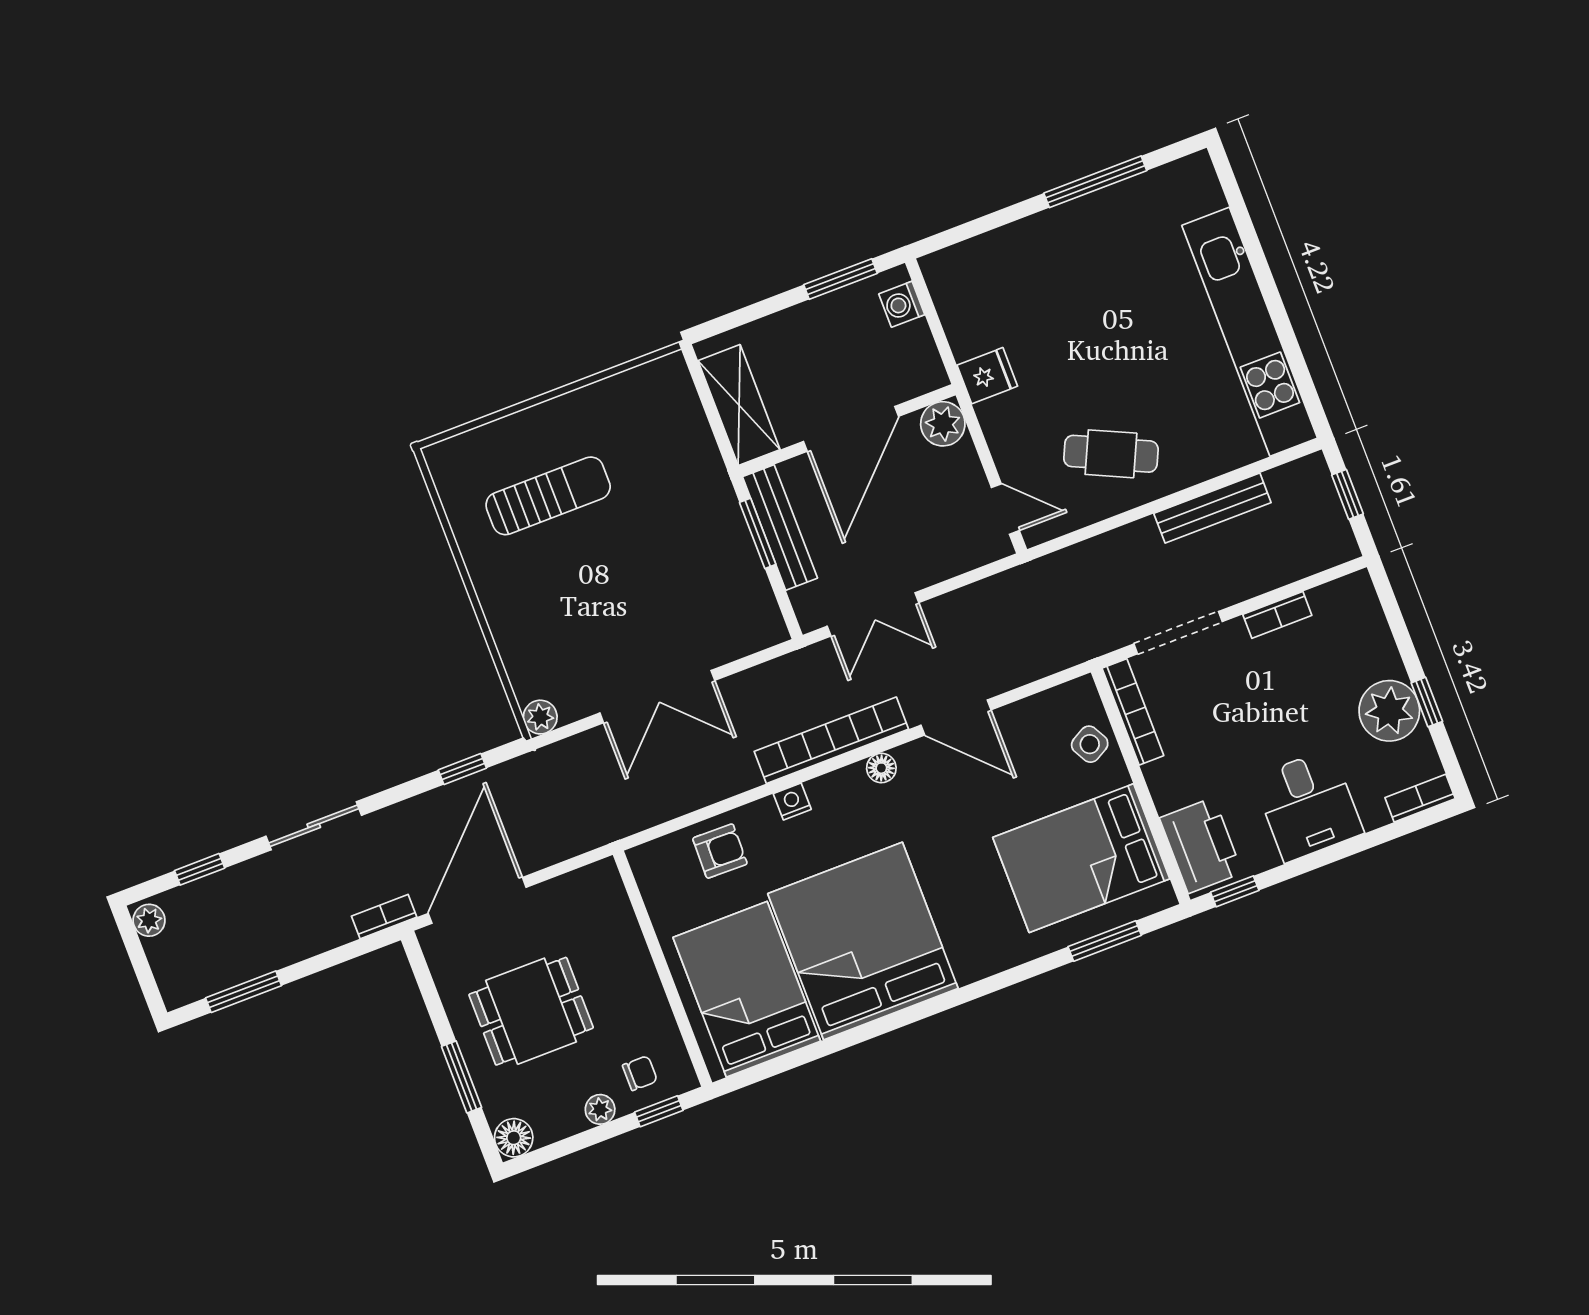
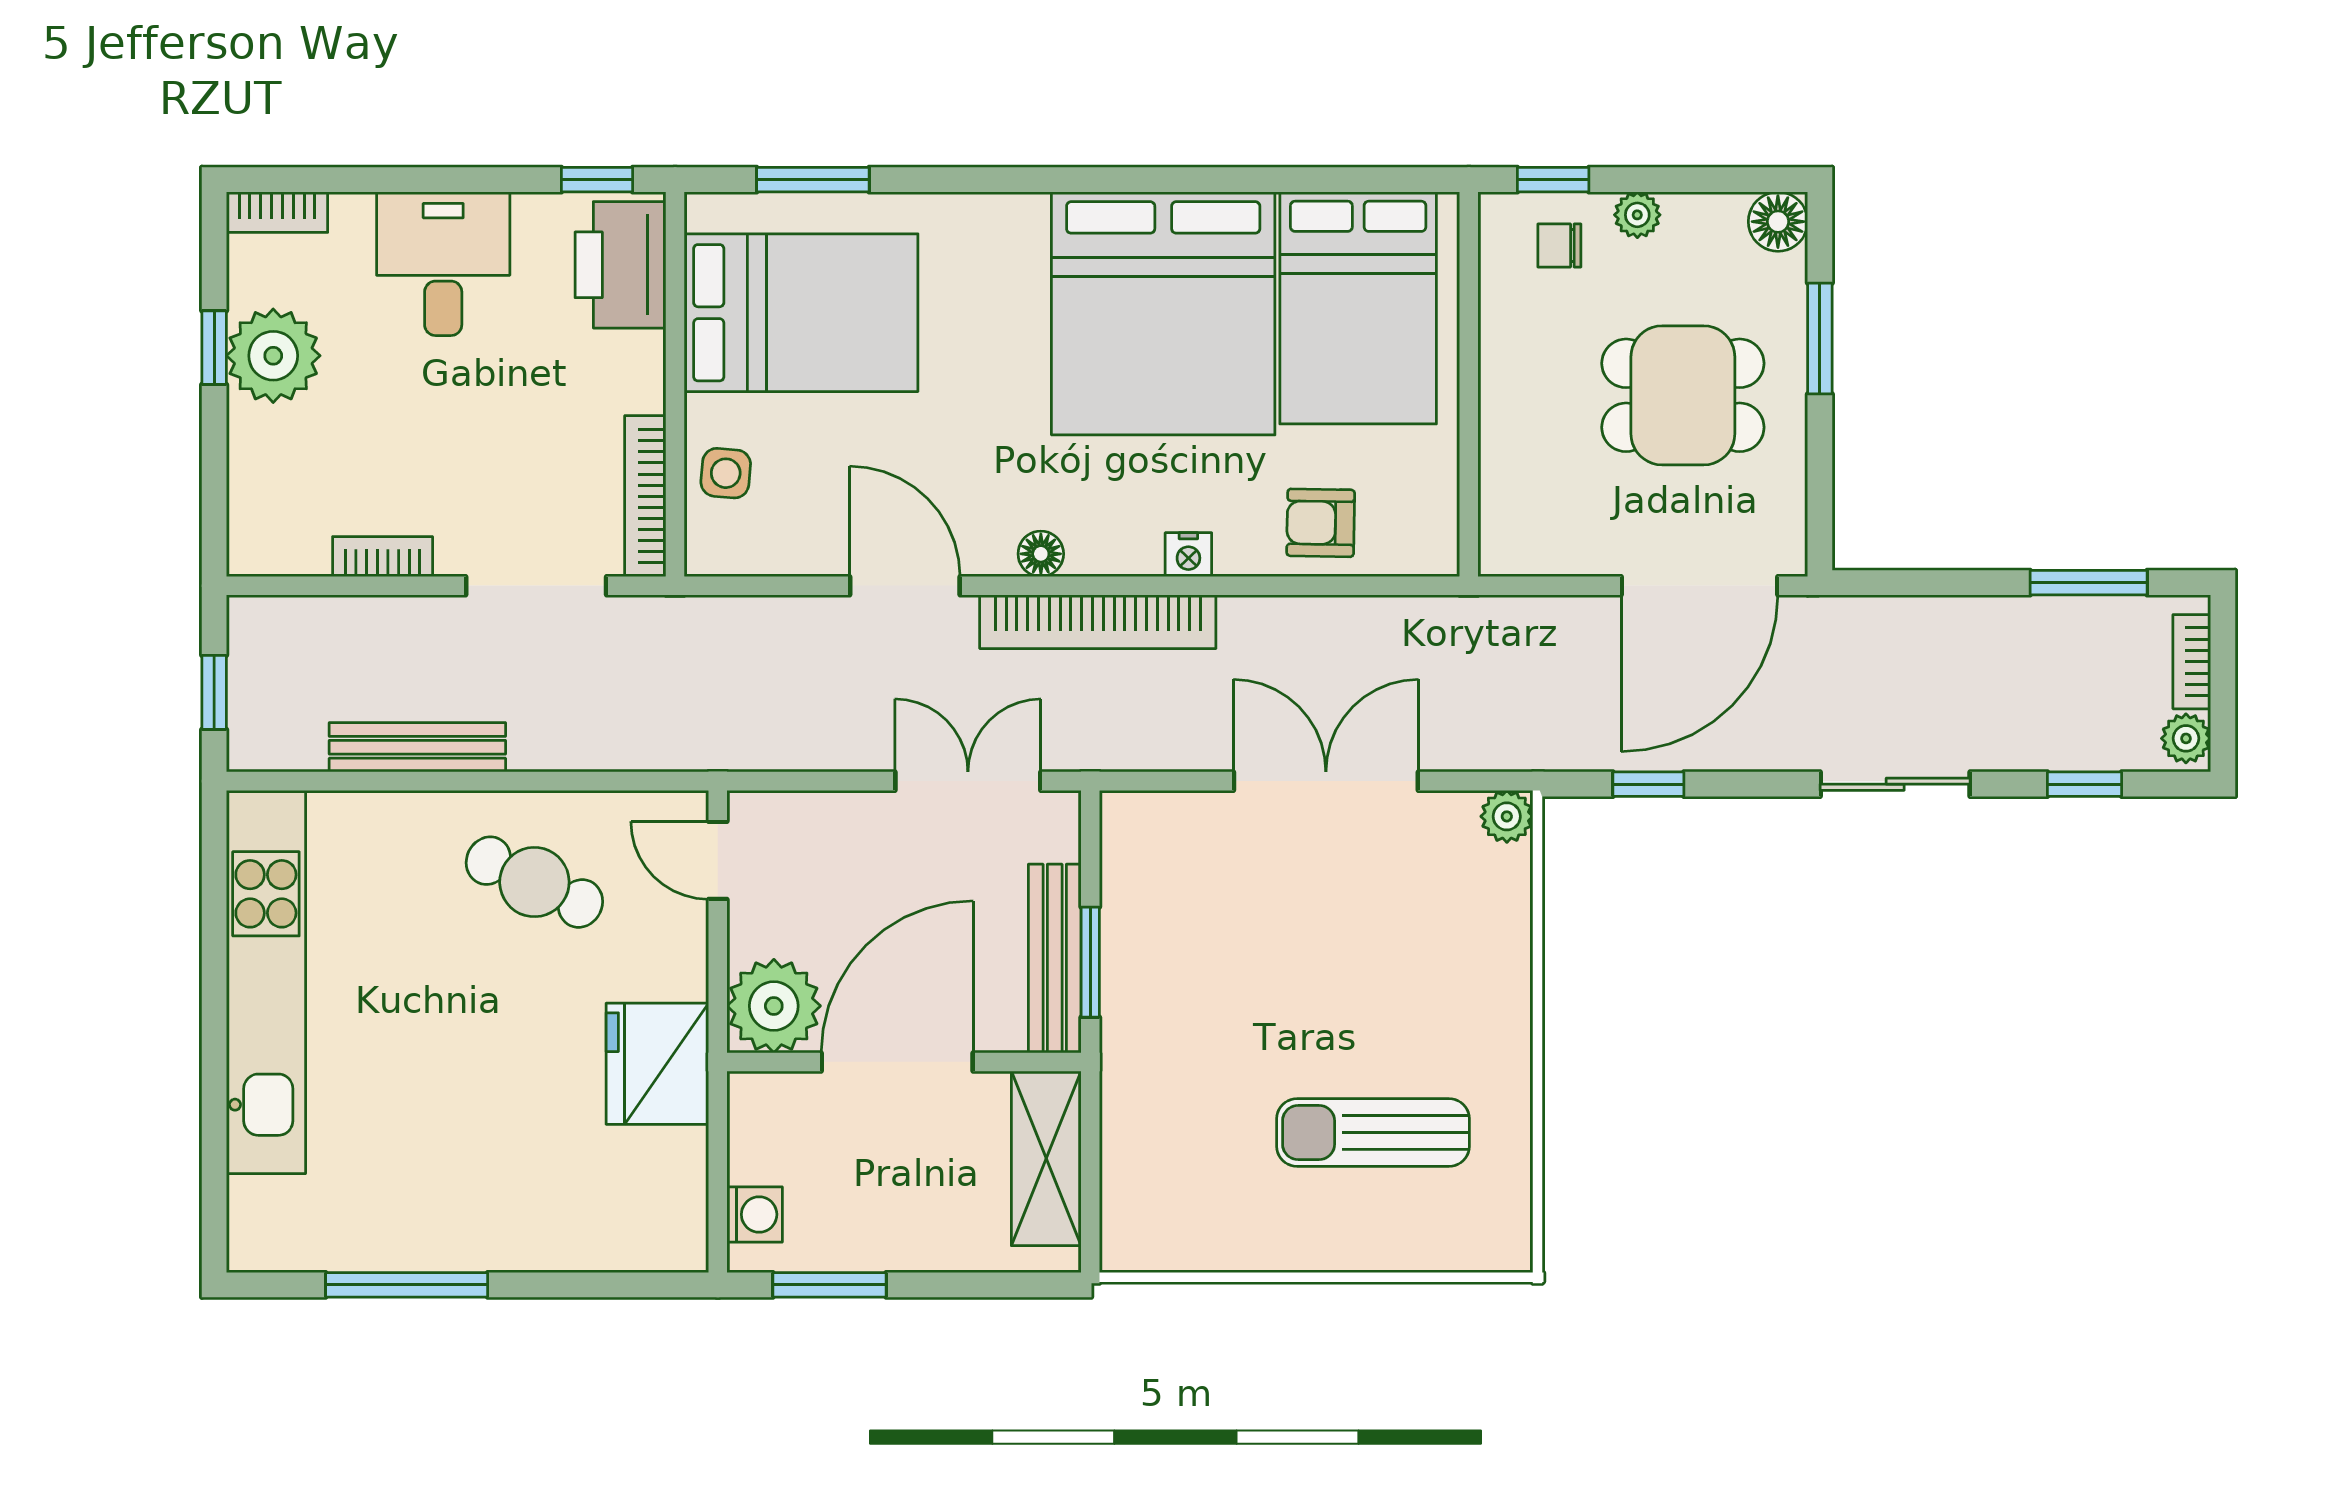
fridge: (987, 376) -> (657, 1064), width x1.88, depth x1.34
plant: (943, 424) -> (774, 1006), width x1.36, depth x1.36
side table: (1090, 744) -> (726, 473), turned 34
bookcase: (384, 917) -> (2192, 662), moved, turned 90

